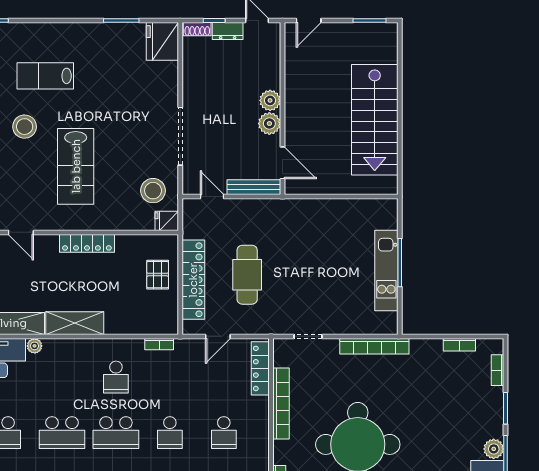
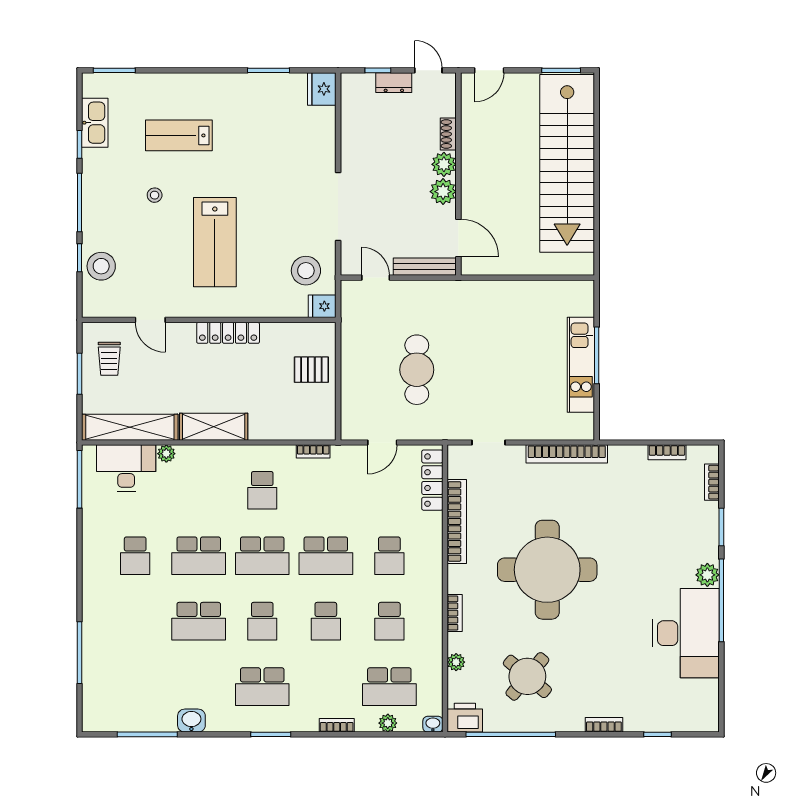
shoe rack: (197, 29) -> (448, 134), moved, turned 90
fridge: (162, 41) -> (322, 89), width x0.73, depth x0.75
stairs: (375, 120) -> (567, 163), width x1.36
stool: (25, 127) -> (155, 195), width x0.53, depth x0.53
pallet: (158, 275) -> (311, 370), turned 90
locker: (193, 280) -> (354, 376), removed
school desk: (170, 433) -> (326, 556), width x1.85

